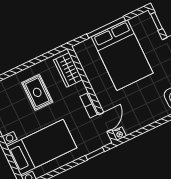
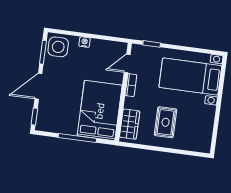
bed: (122, 55) -> (100, 111), moved
nightstand: (119, 134) -> (85, 42), moved

